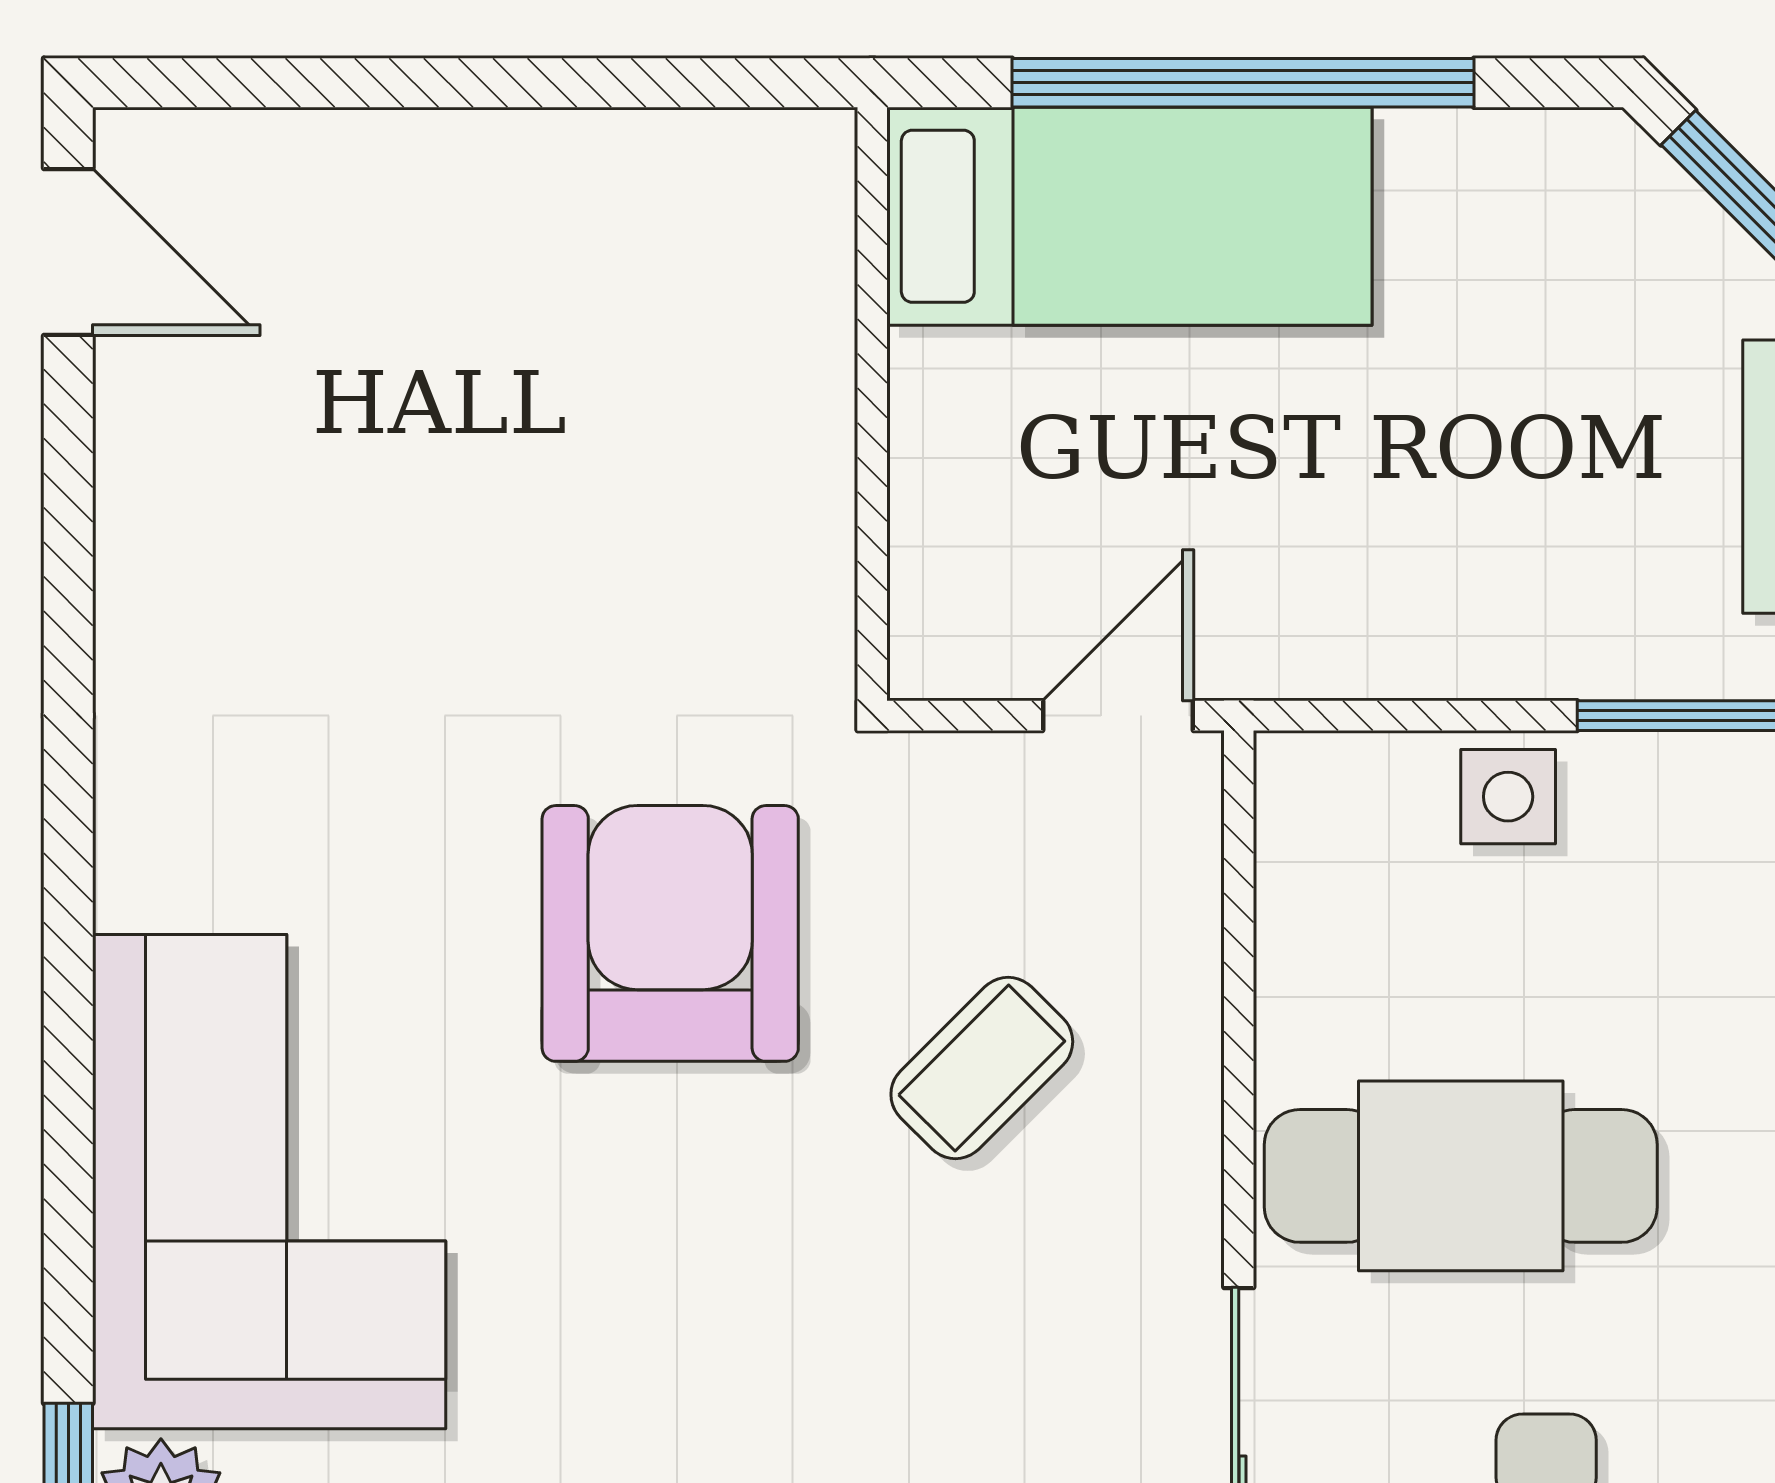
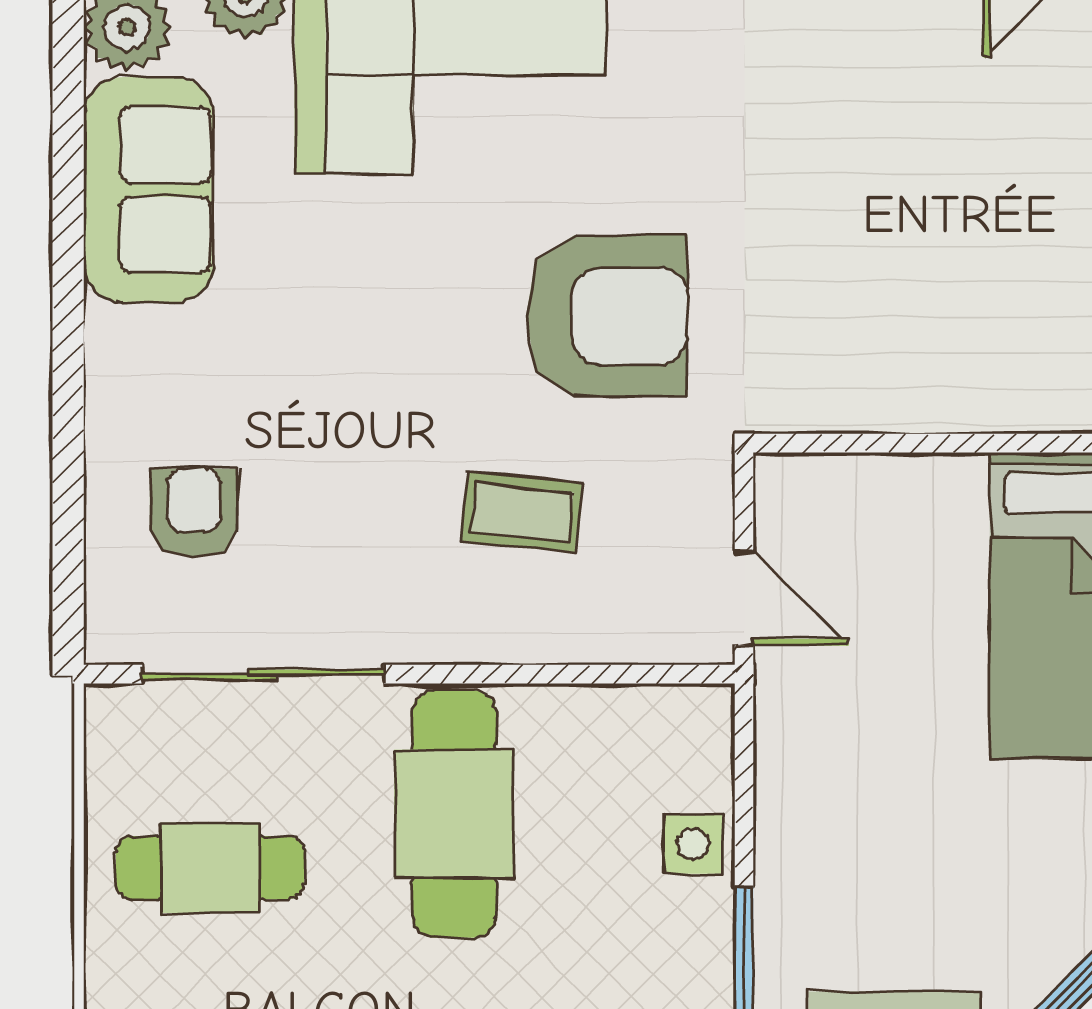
coffee table: (982, 1068) -> (522, 512), turned -39

